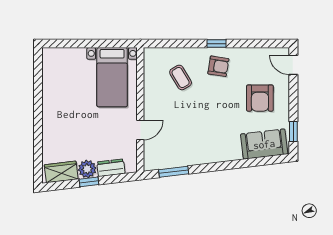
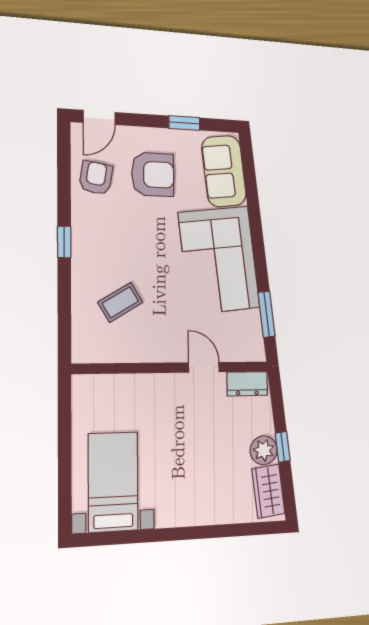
armchair: (218, 66) -> (96, 178), moved
bed with nightstands: (112, 77) -> (113, 482), moved, turned -90
window: (293, 131) -> (184, 123), moved
corner sofa: (208, 140) -> (219, 260), added
dresser: (111, 168) -> (247, 384), moved, turned -83

